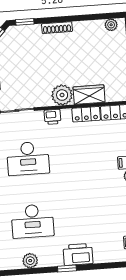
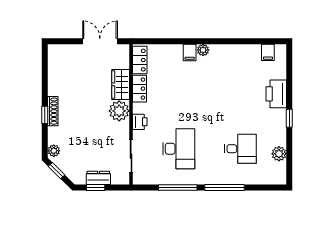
window: (25, 22) -> (45, 115), moved
plant: (111, 25) -> (54, 151), moved
desk: (32, 221) -> (240, 149), width x0.73
printer: (78, 254) -> (276, 94), moved

